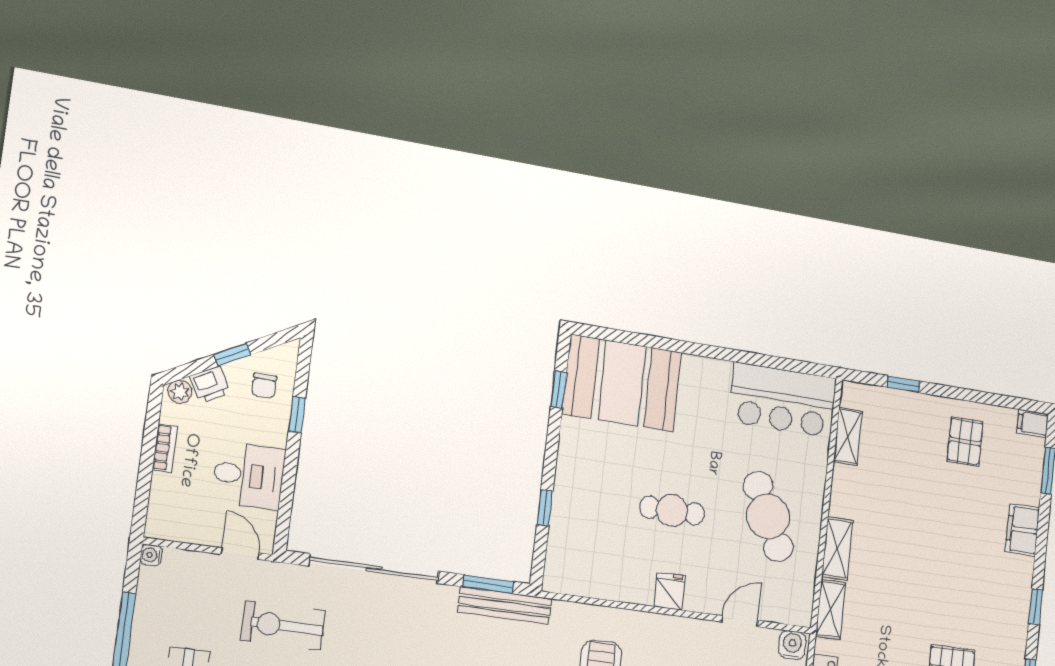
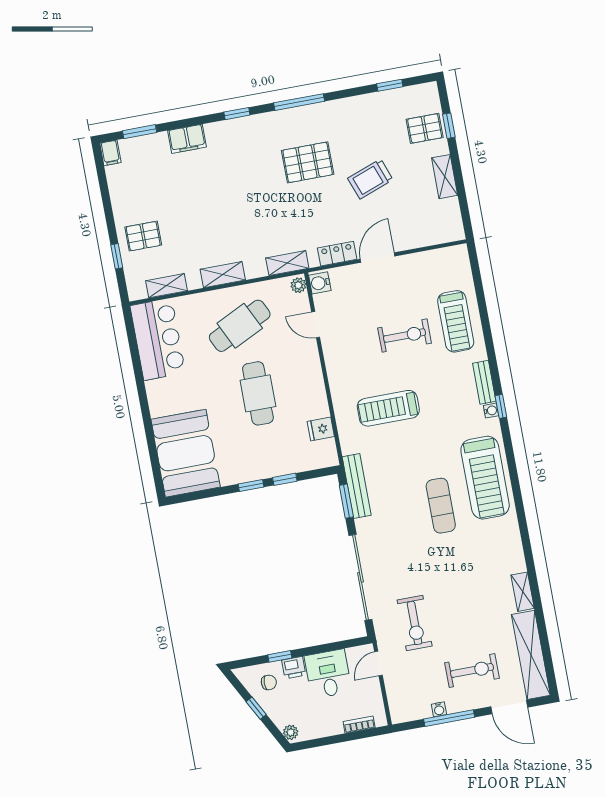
printer: (210, 385) -> (294, 668), moved, turned 118
window: (559, 389) -> (251, 486), moved
pallet: (965, 441) -> (143, 236), moved
bookcase: (165, 448) -> (359, 725), moved
cafe table: (672, 510) -> (258, 393), width x1.37, depth x1.35
shelving: (837, 549) -> (223, 275), moved
water cooler: (151, 555) -> (439, 709), moved
fridge: (669, 591) -> (321, 429), moved
plant: (798, 615) -> (298, 285), added

